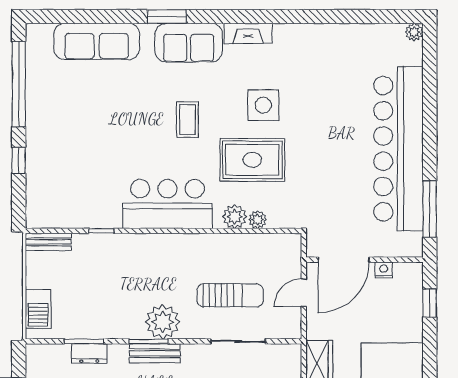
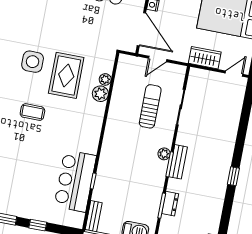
bar counter: (167, 204) -> (75, 181), moved
door: (304, 293) -> (158, 59), hinge flipped
plant: (163, 322) -> (164, 154), width x0.53, depth x0.53

